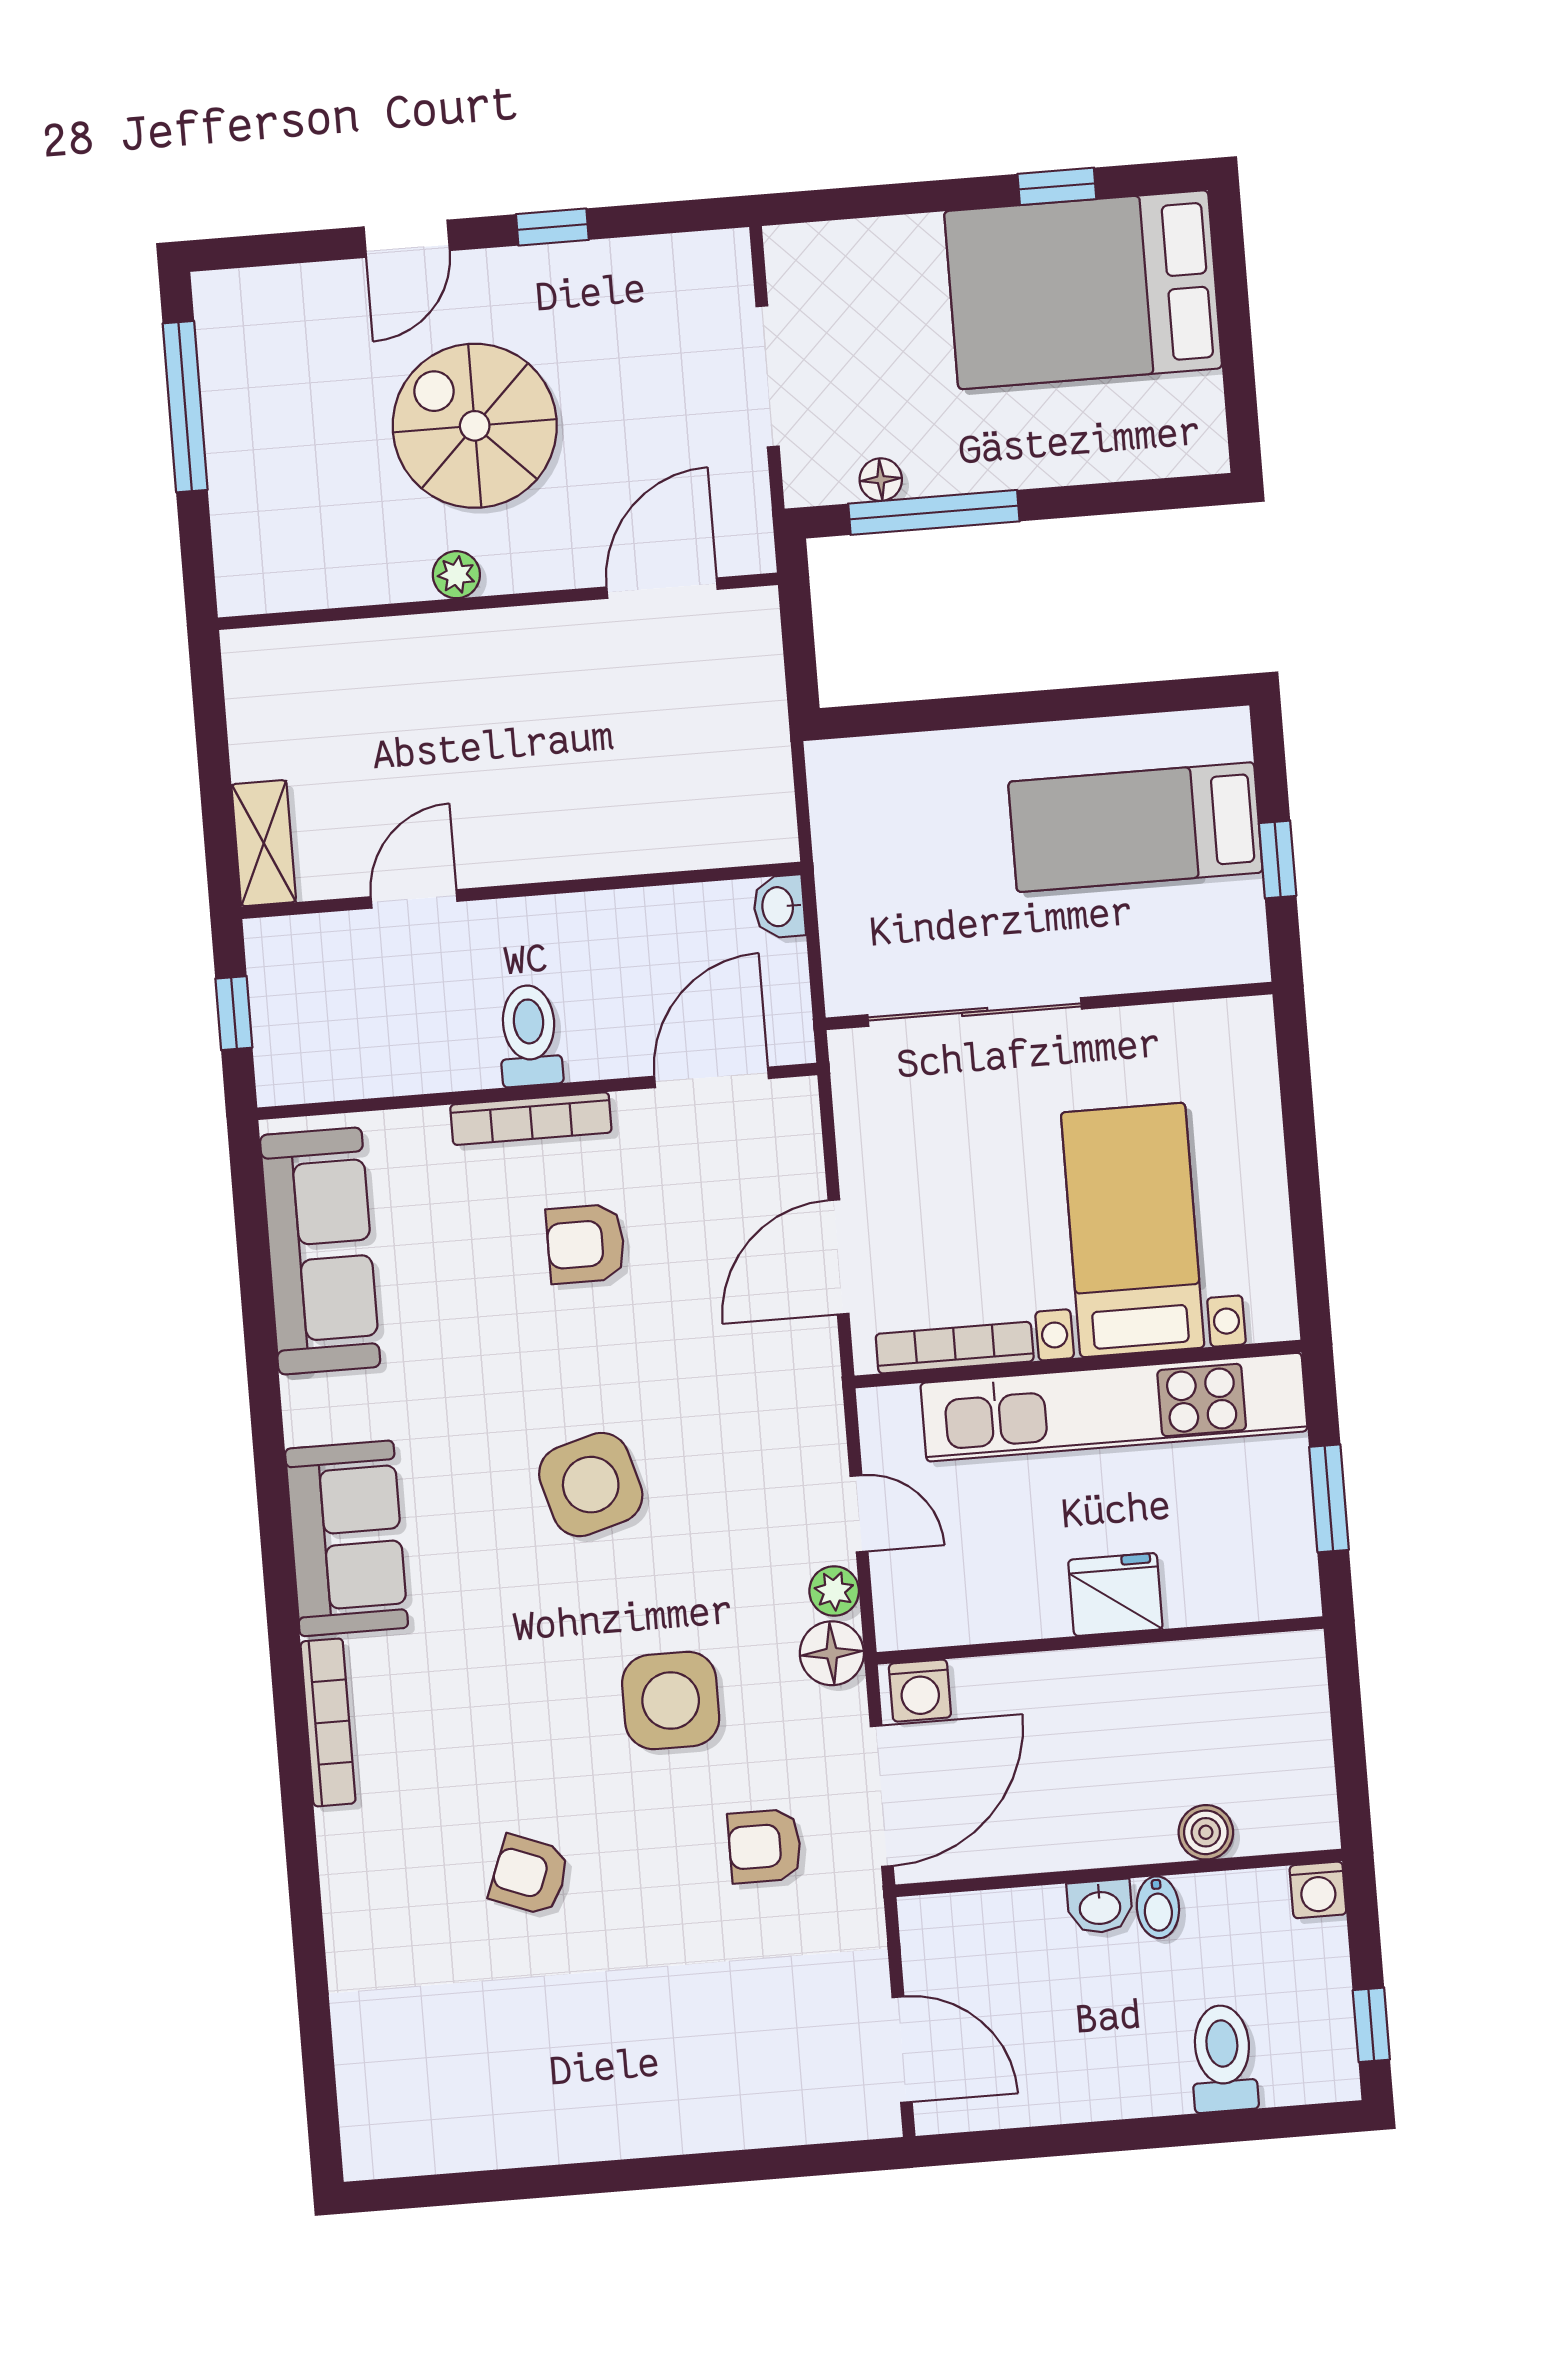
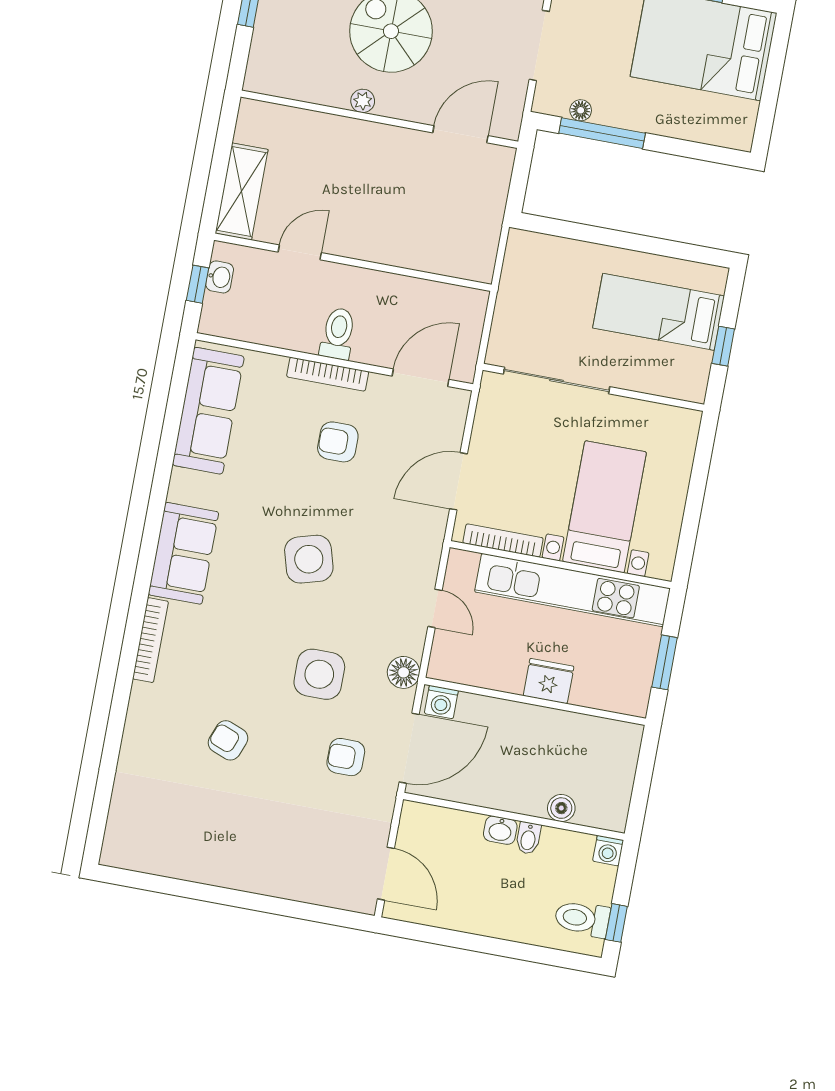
shelving: (264, 843) -> (242, 191), width x1.50, depth x1.33
washbasin: (779, 907) -> (220, 277), moved, turned 180
plant: (834, 1591) -> (413, 643), removed
toilet: (1223, 2058) -> (582, 919), moved, turned -90

